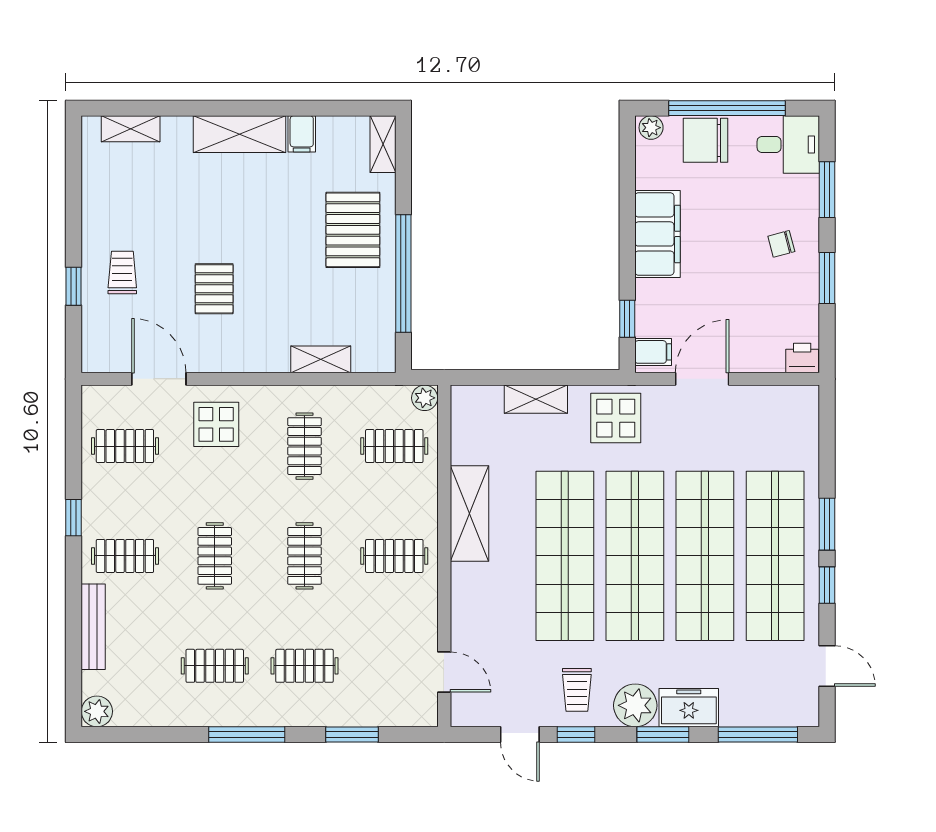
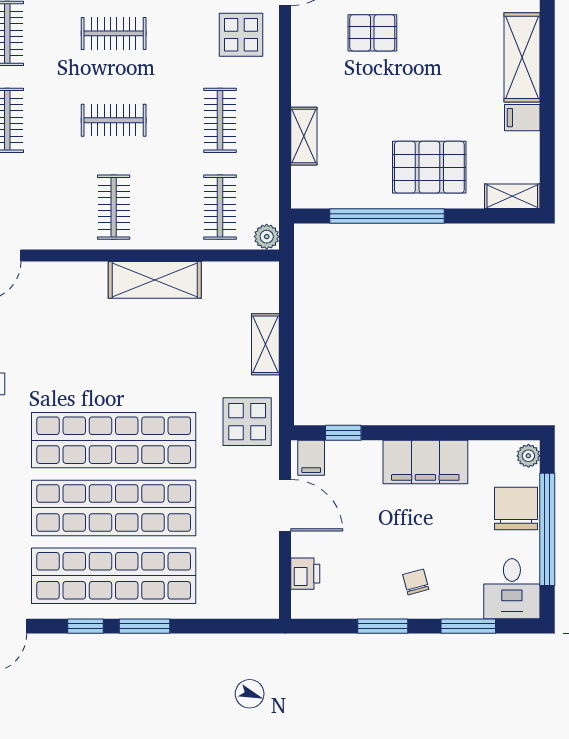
printer: (802, 358) -> (305, 574), moved
clothes rail: (304, 446) -> (220, 120), turned 90
shop shelf: (565, 556) -> (114, 372), removed

